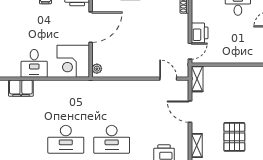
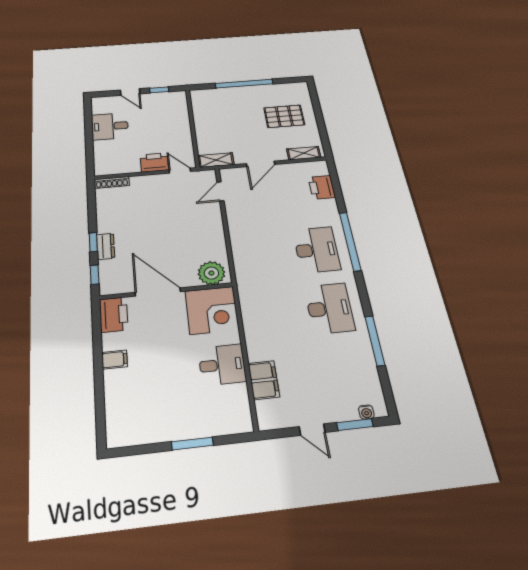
plant: (97, 69) -> (211, 273), width x1.88, depth x1.88

